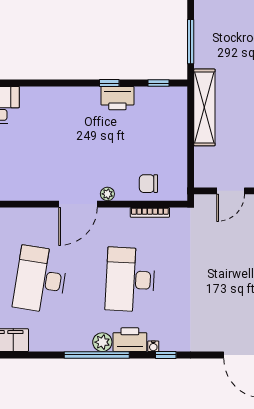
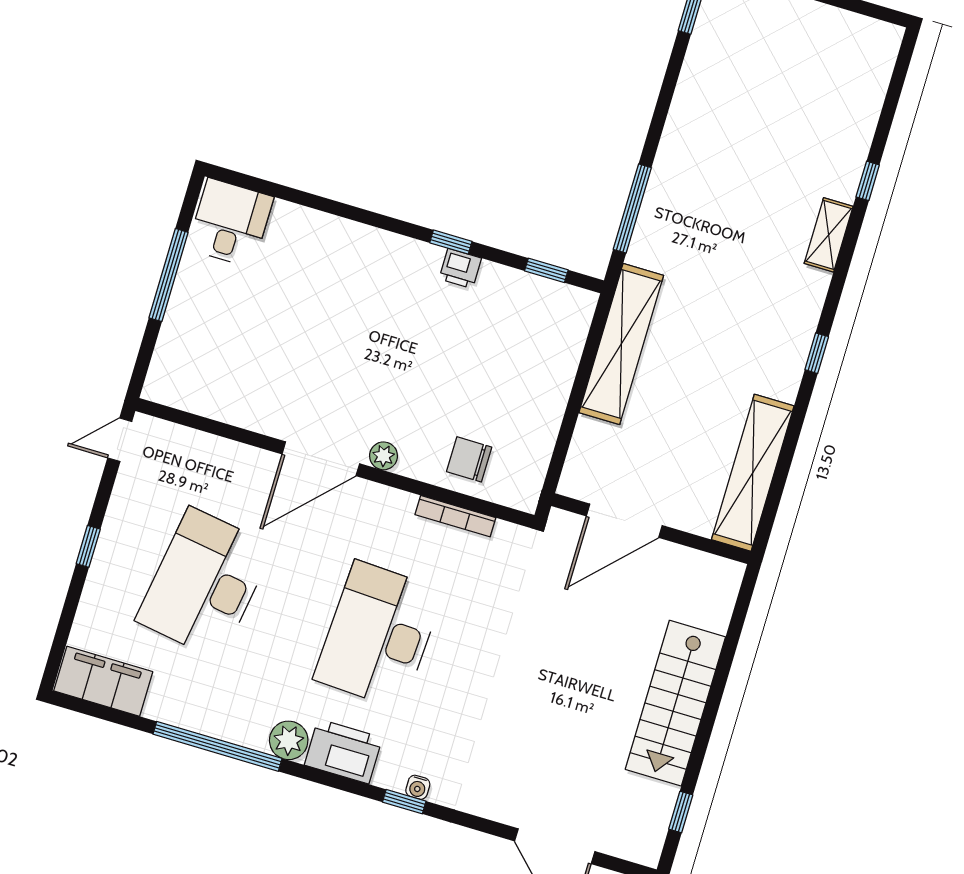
printer: (117, 98) -> (460, 269), width x0.53, depth x0.68
door: (231, 191) -> (624, 521), width x1.36
water cooler: (153, 346) -> (418, 787), moved
window: (97, 355) -> (217, 746), moved

